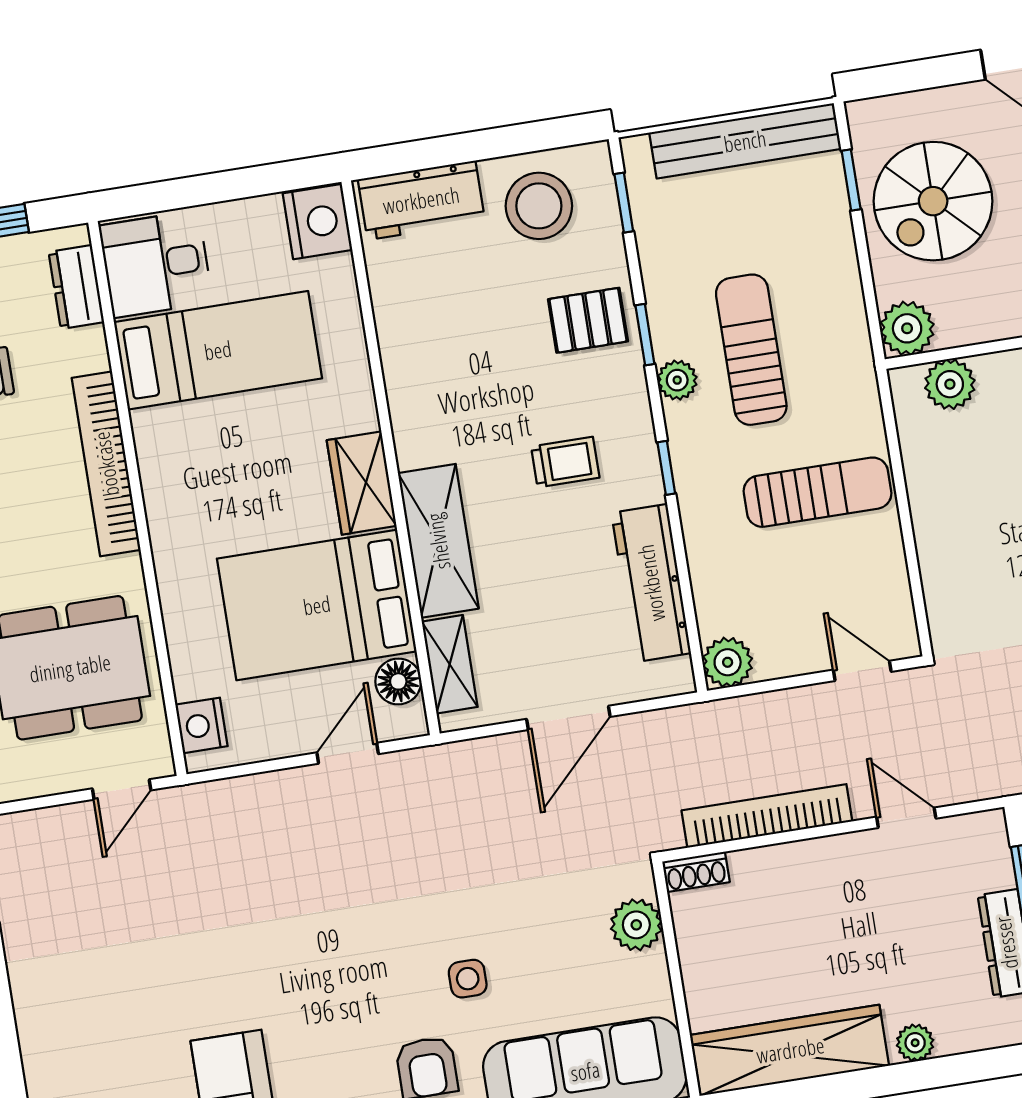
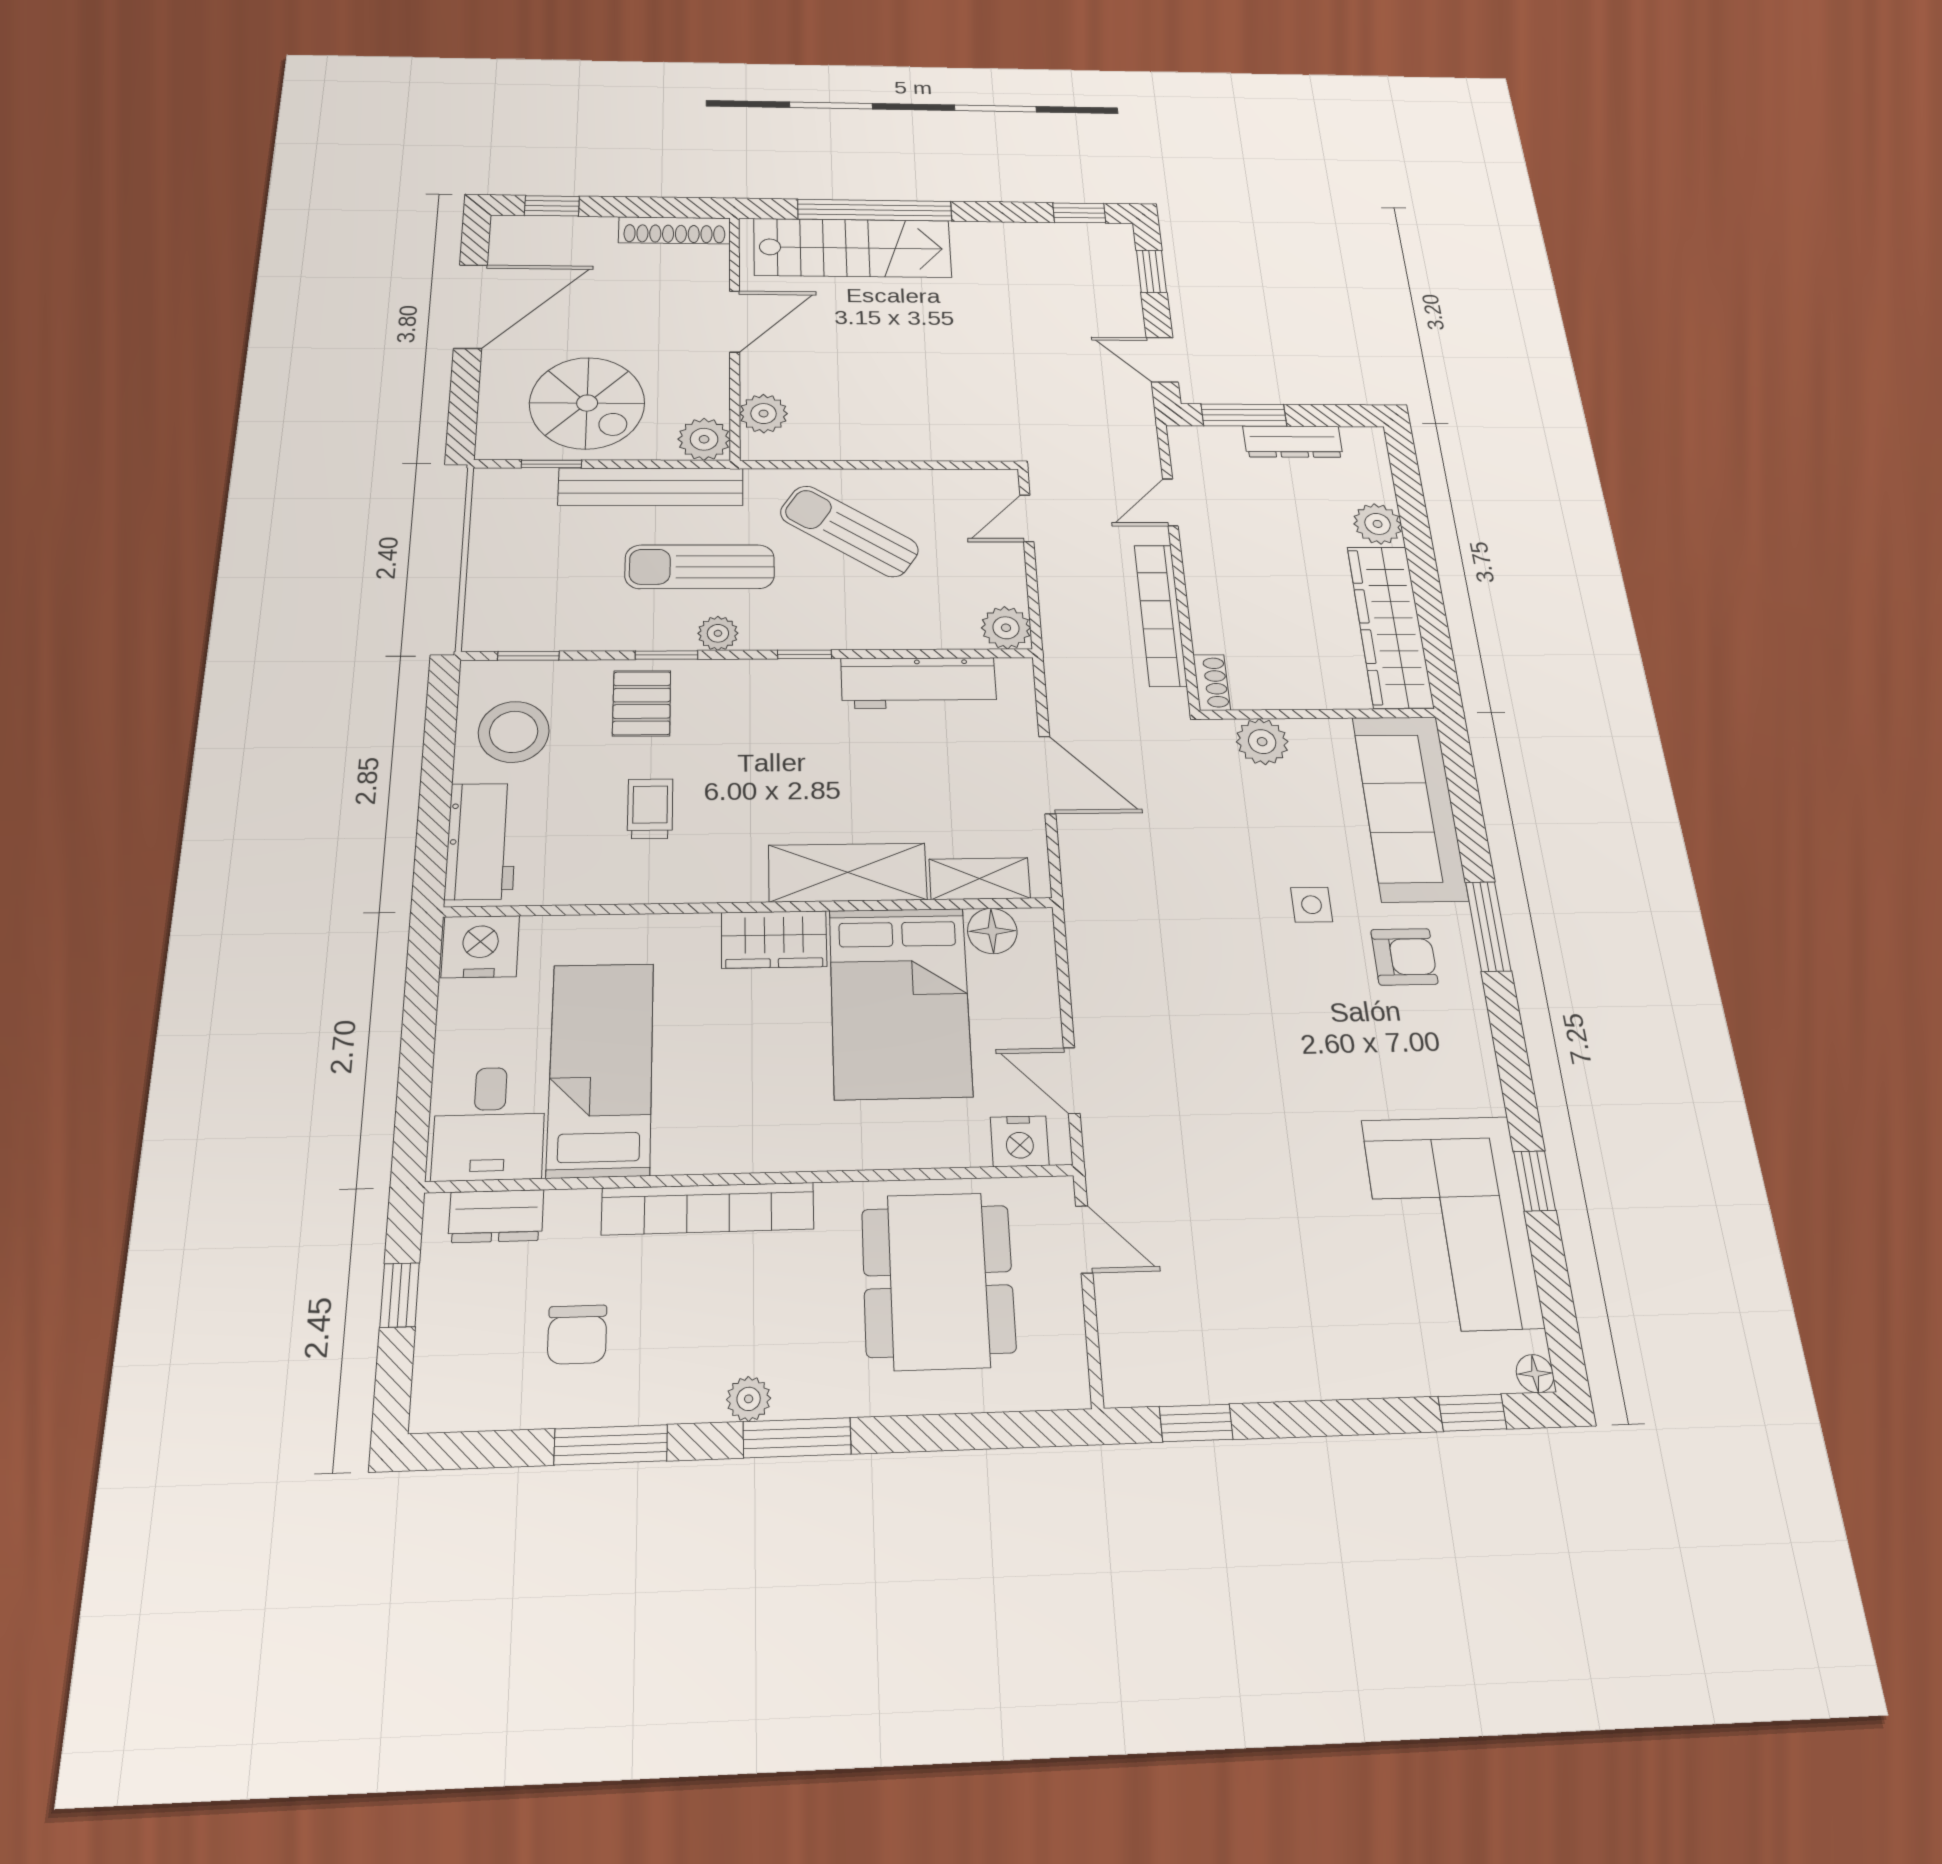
bench: (745, 141) -> (651, 487), moved, turned 90
trolley: (565, 462) -> (650, 809), moved
sun lounger: (818, 492) -> (849, 531), turned -57
door: (348, 753) -> (1072, 1080), moved
plant: (915, 1043) -> (1378, 524), width x1.38, depth x1.38

